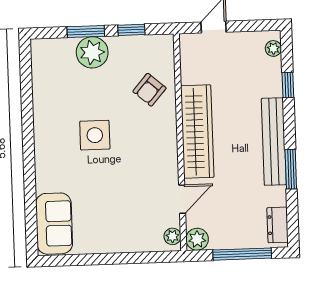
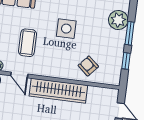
plant: (92, 52) -> (118, 20), moved
coffee table: (128, 194) -> (28, 43), added

